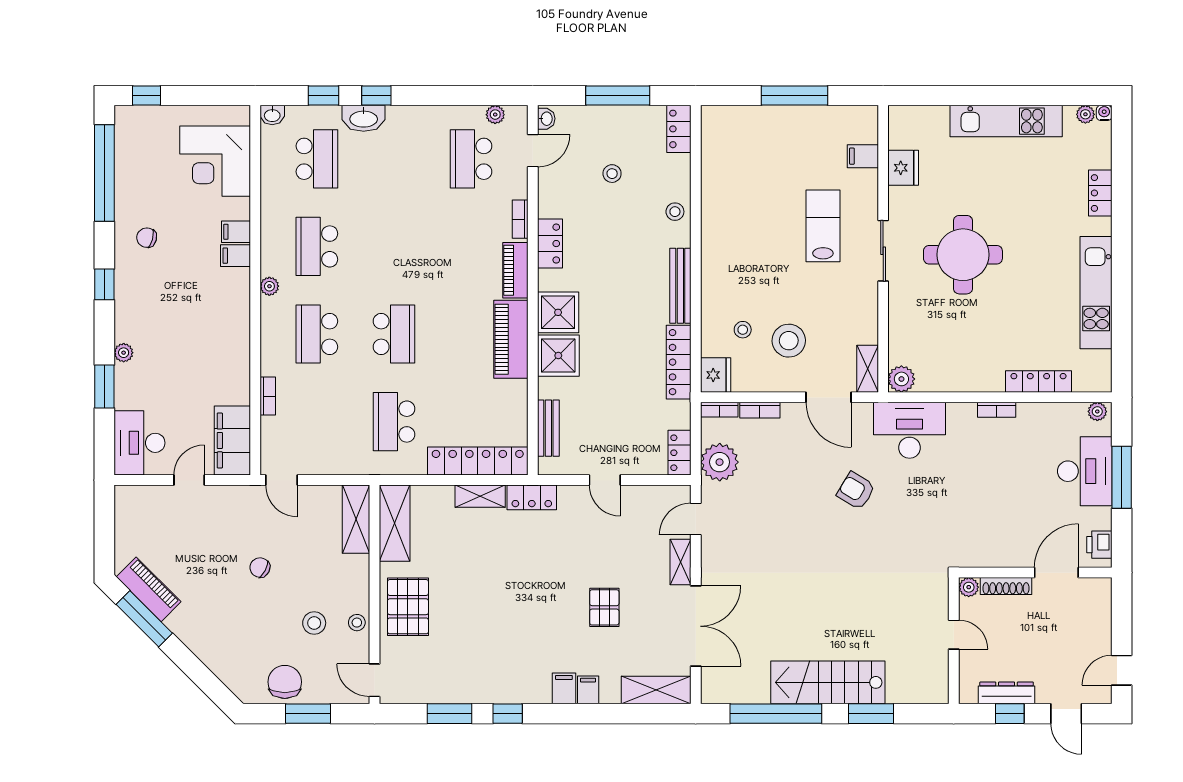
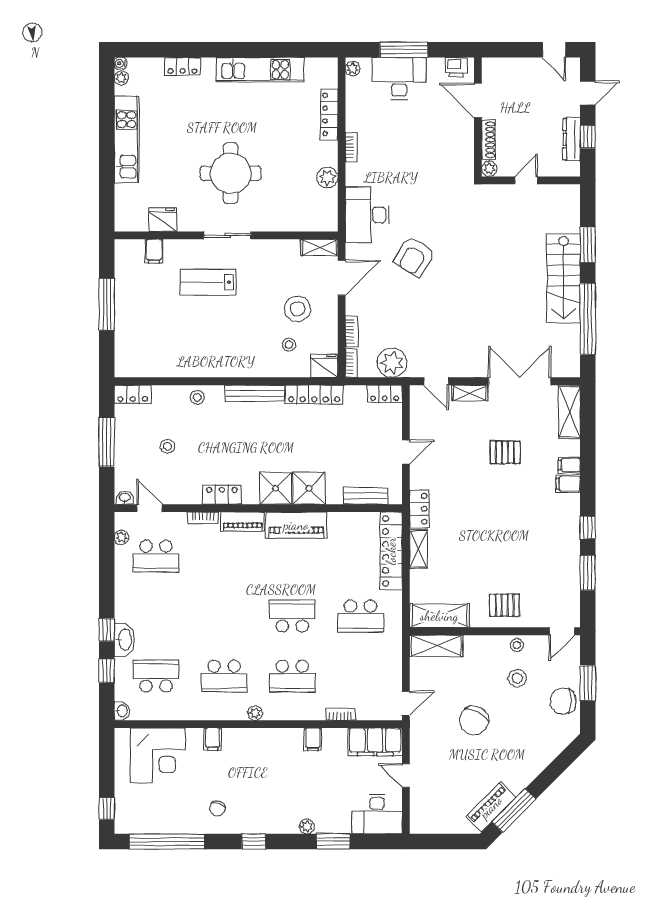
filing cabinet: (236, 256) -> (313, 739), moved
plant: (901, 379) -> (327, 178), moved
armchair: (856, 491) -> (414, 256), width x1.38, depth x1.38
chair: (260, 568) -> (474, 720), width x1.87, depth x1.87
pallet: (408, 607) -> (505, 605), width x0.67, depth x0.71

